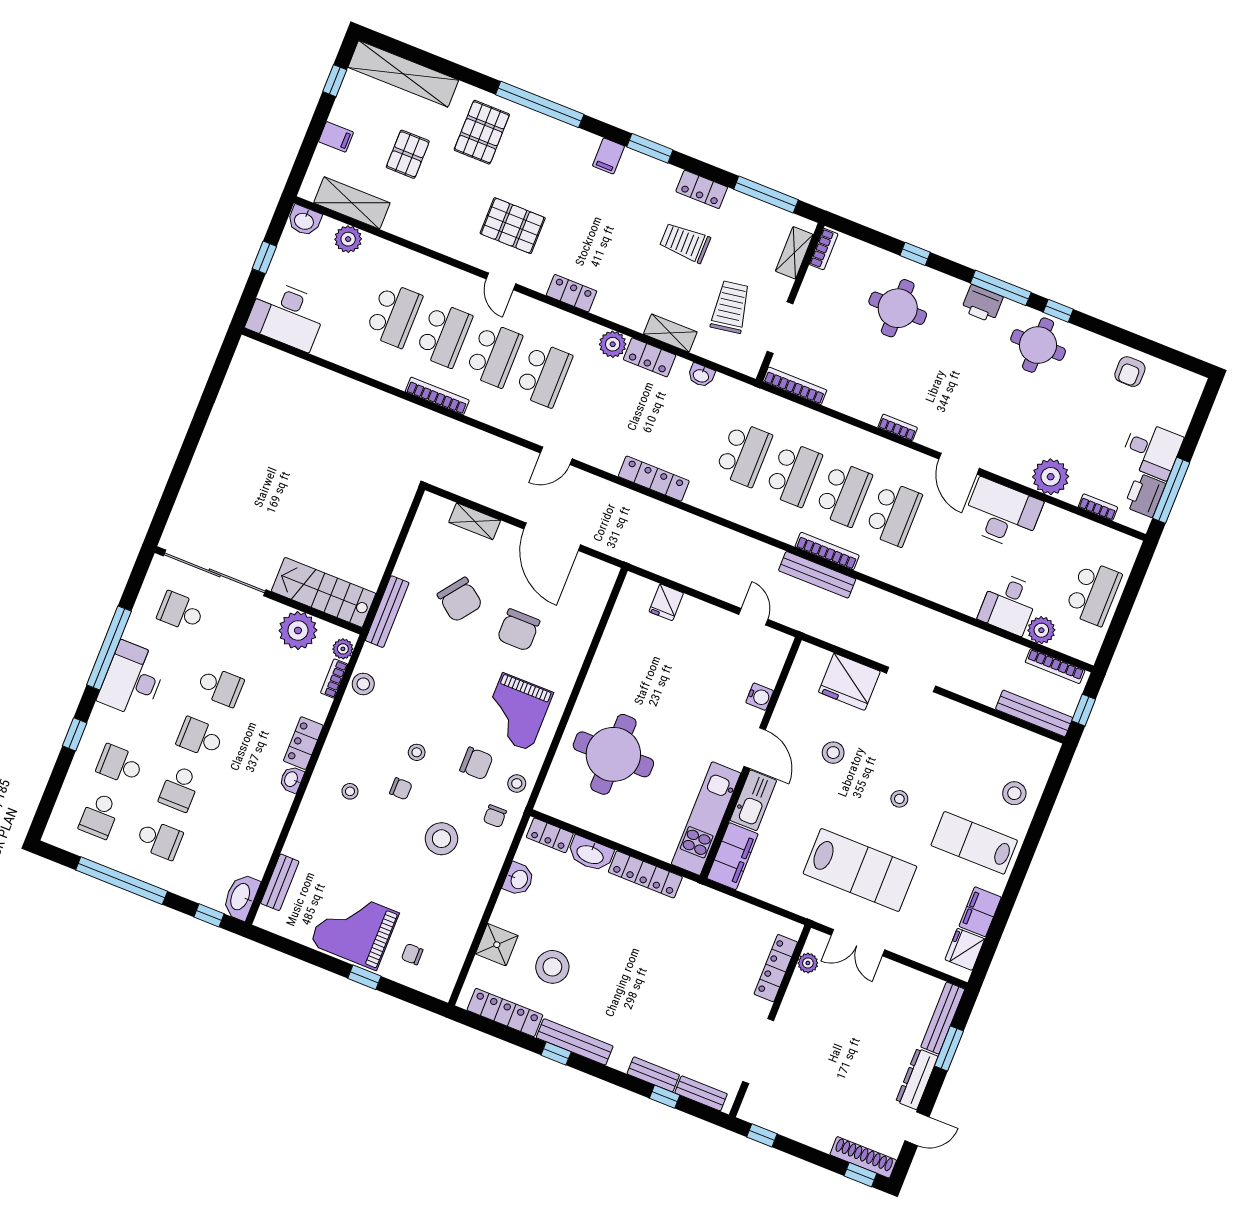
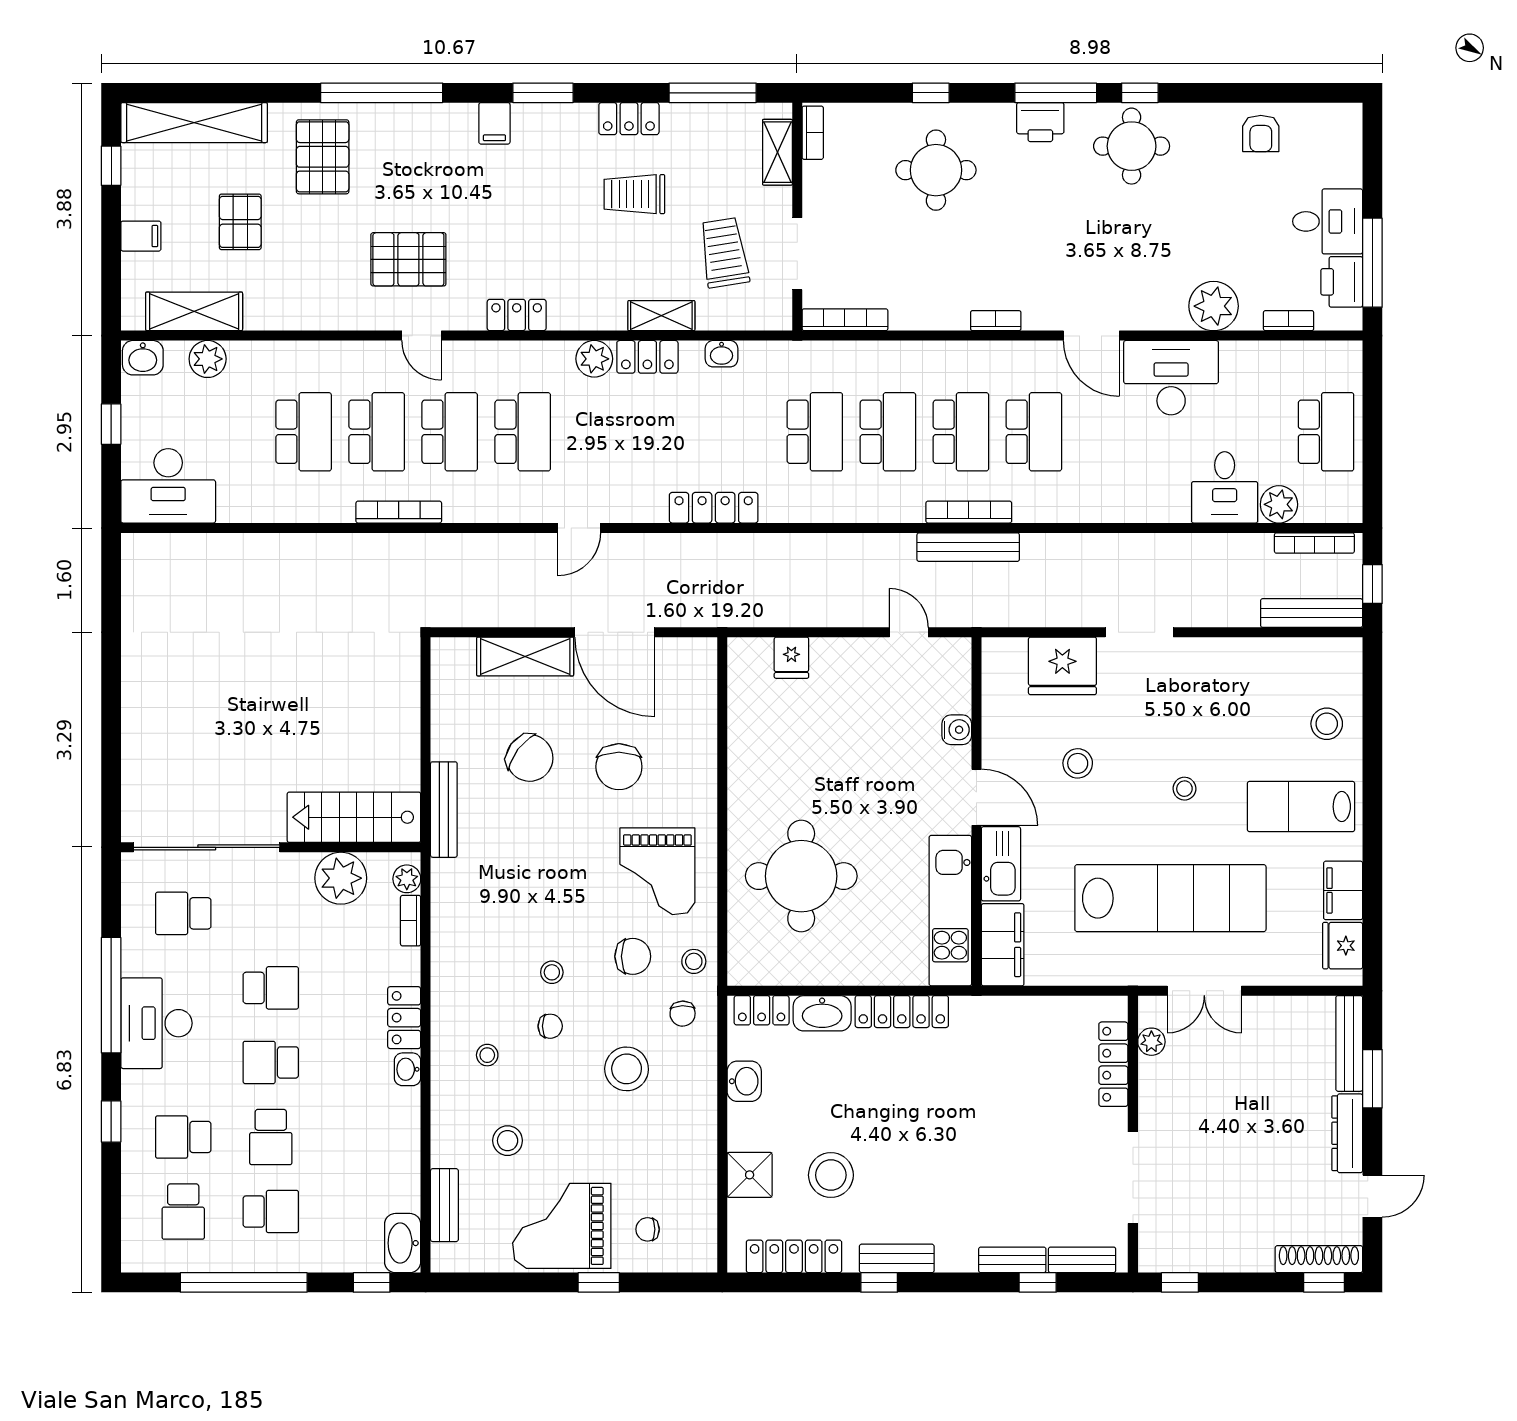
shelving: (475, 521) -> (525, 656), width x1.50, depth x1.33
stool: (363, 684) -> (508, 1141), moved
lab bench: (860, 870) -> (1170, 898), width x1.36
bench: (575, 1042) -> (897, 1258), width x0.73

